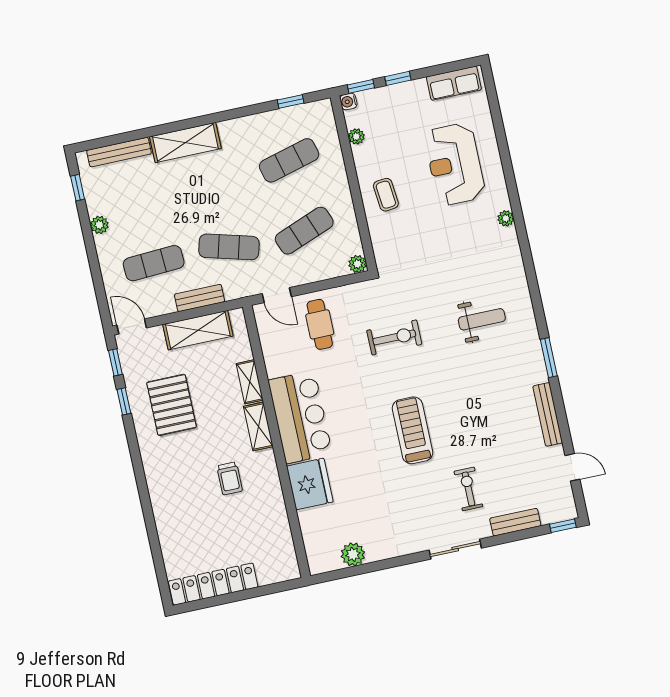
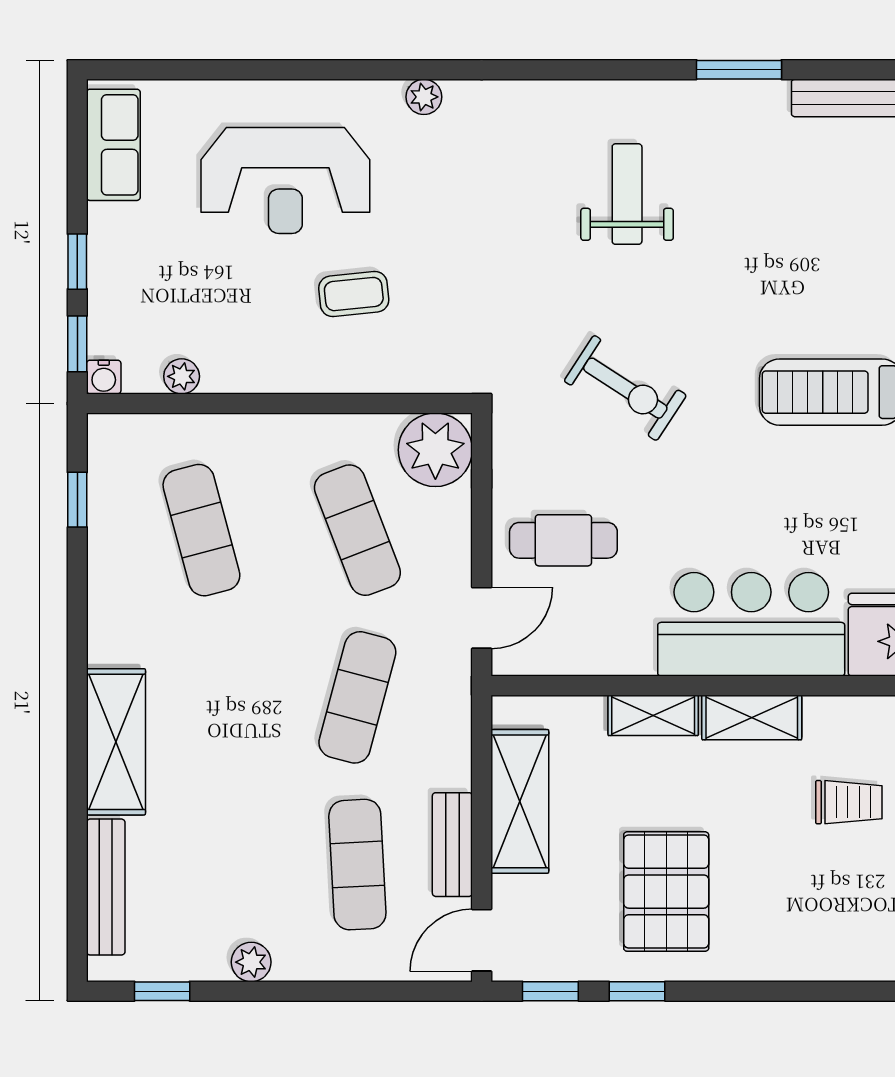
coffee table: (386, 195) -> (354, 294), moved
plant: (357, 264) -> (435, 450), width x1.87, depth x1.87
bench: (200, 298) -> (452, 845), moved
exercise bike: (394, 337) -> (625, 388), turned 123
pallet: (172, 405) -> (666, 892), turned 90

